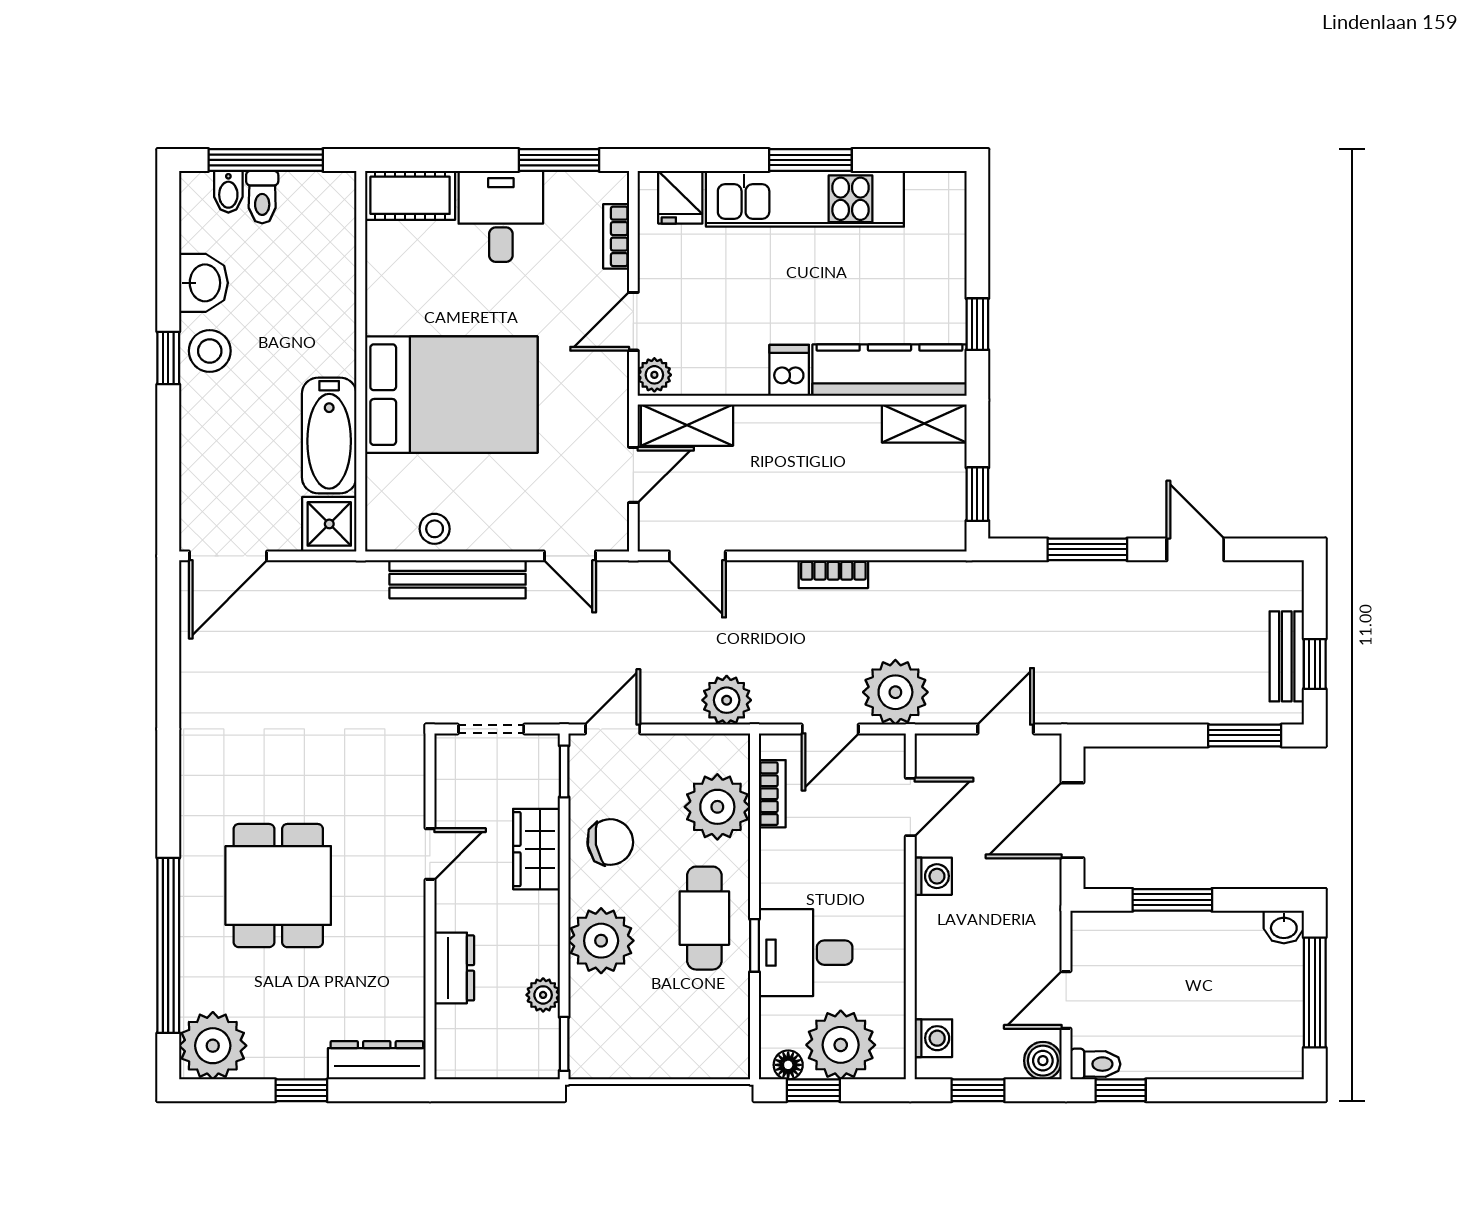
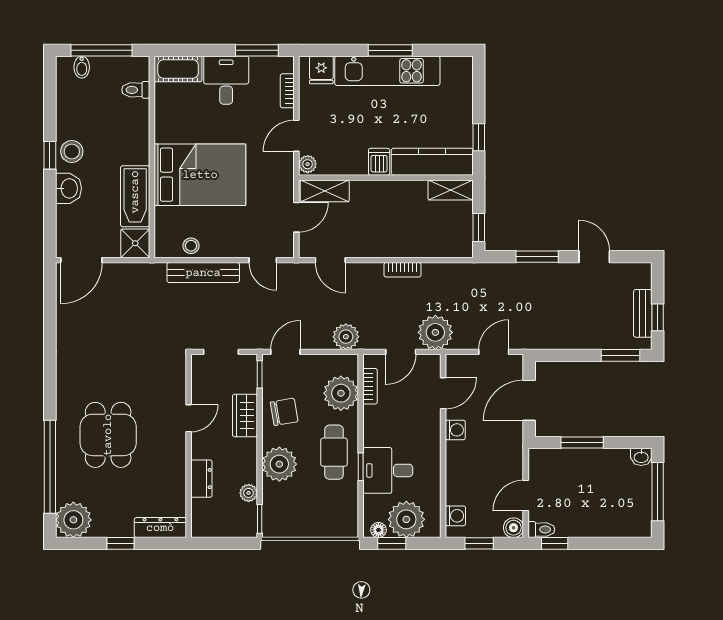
toilet: (262, 197) -> (136, 90), moved, turned 90
washbasin: (203, 283) -> (69, 188), moved

